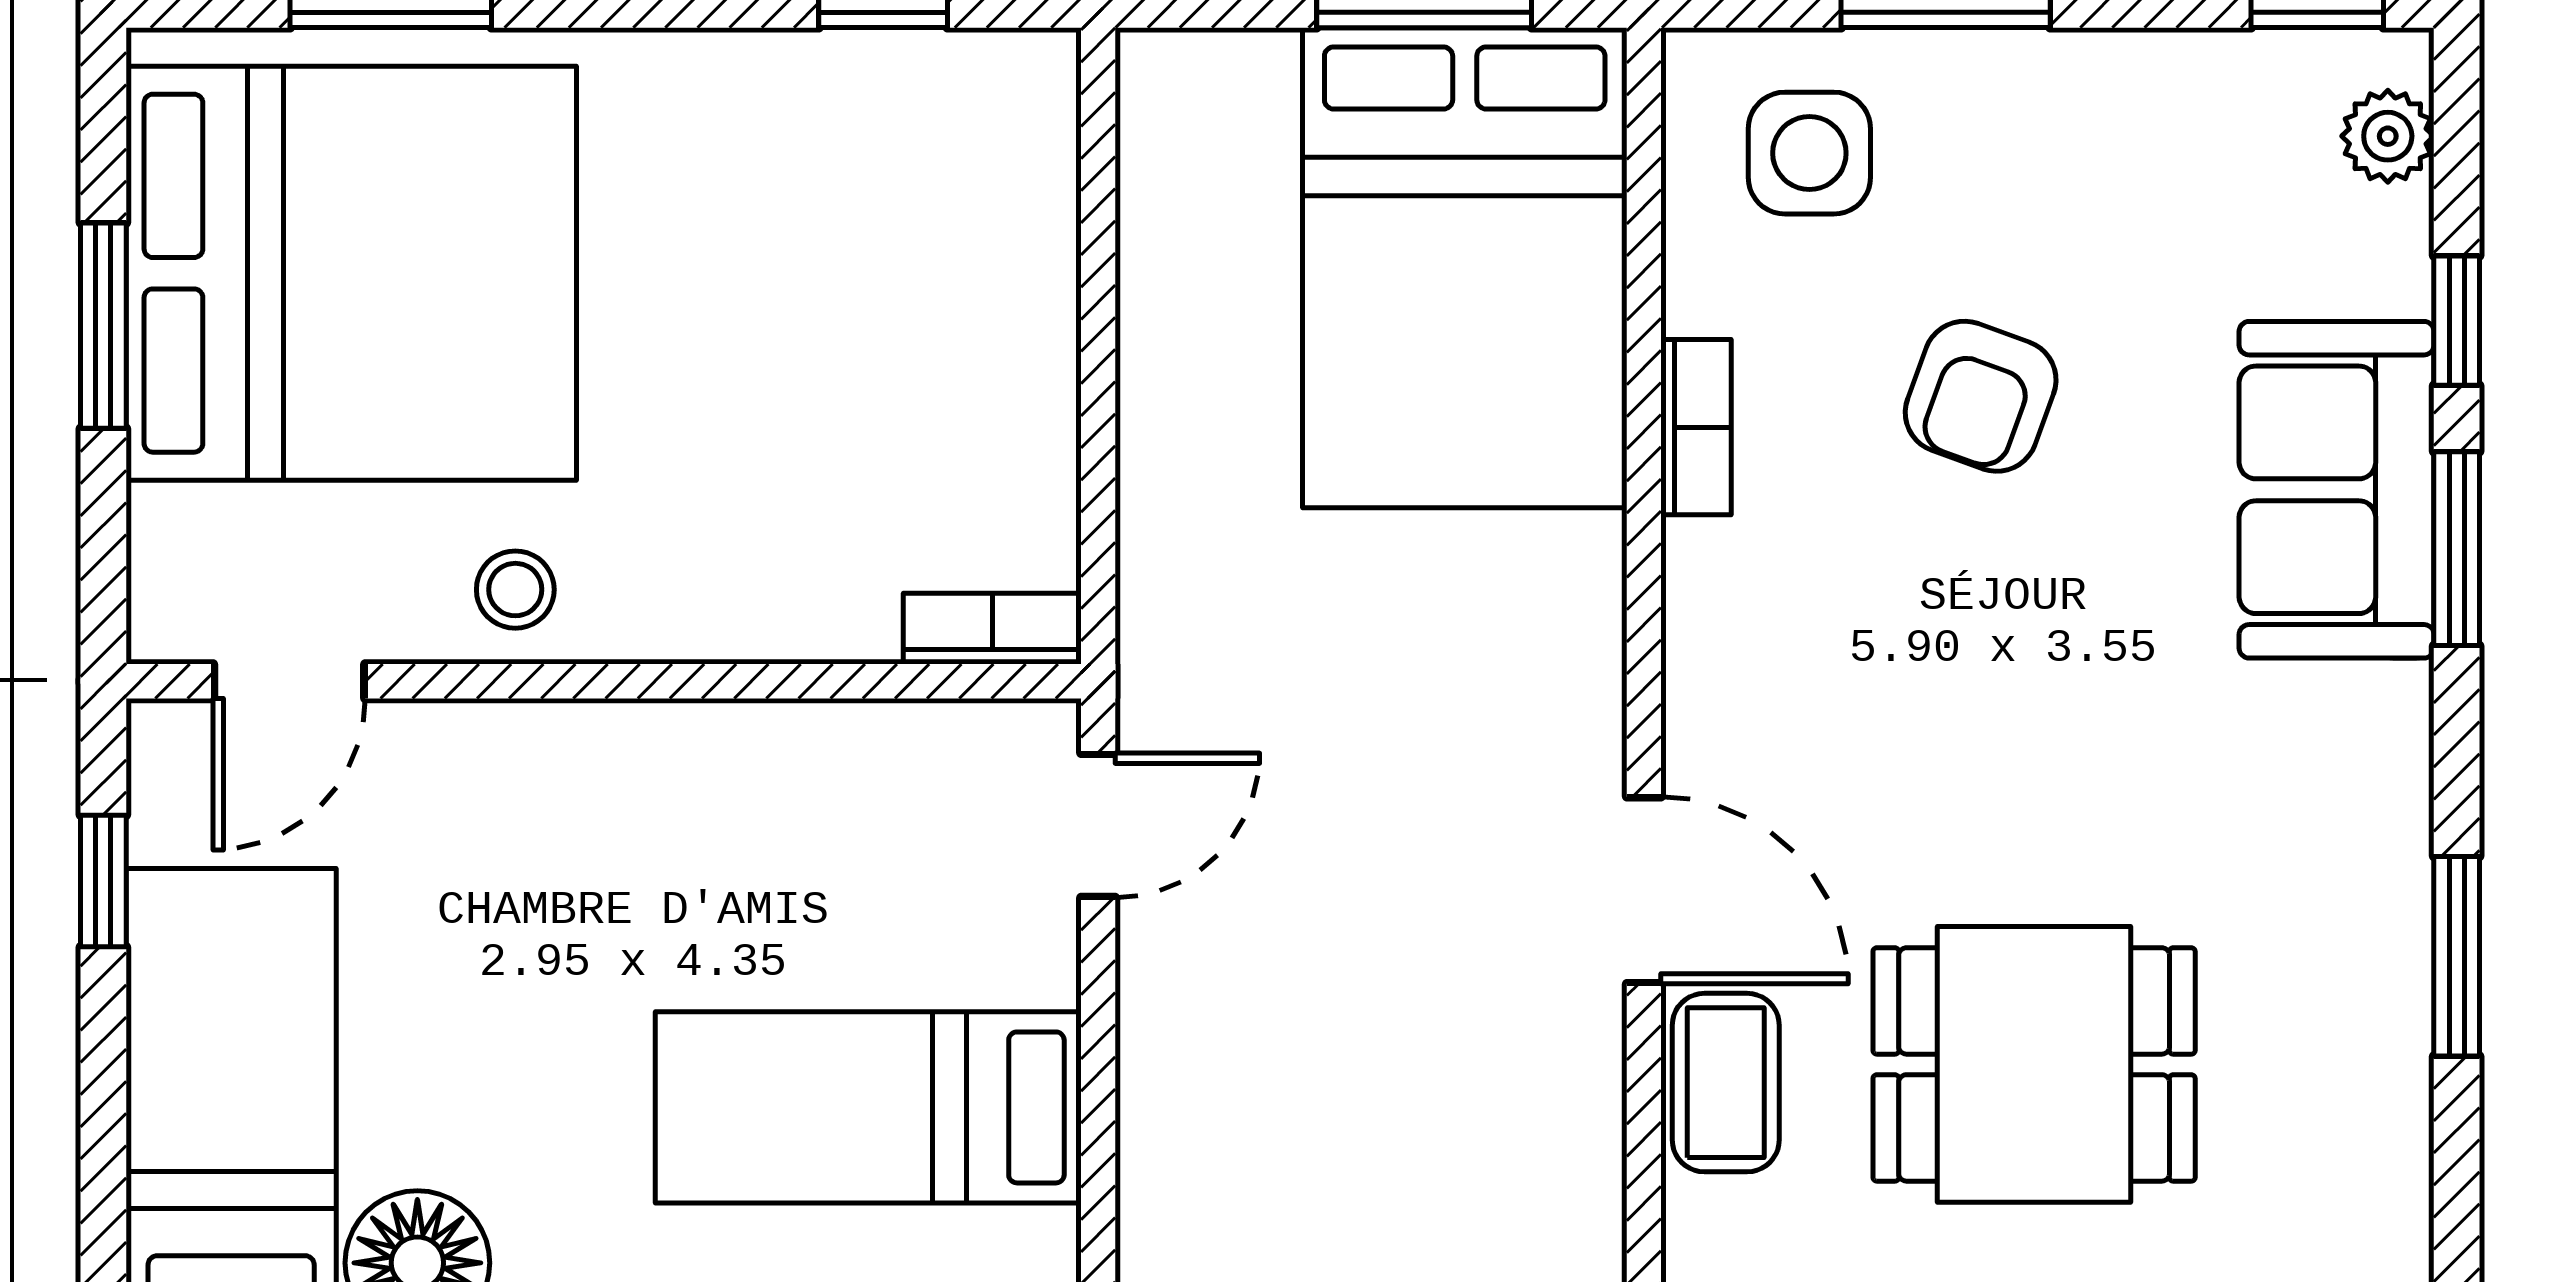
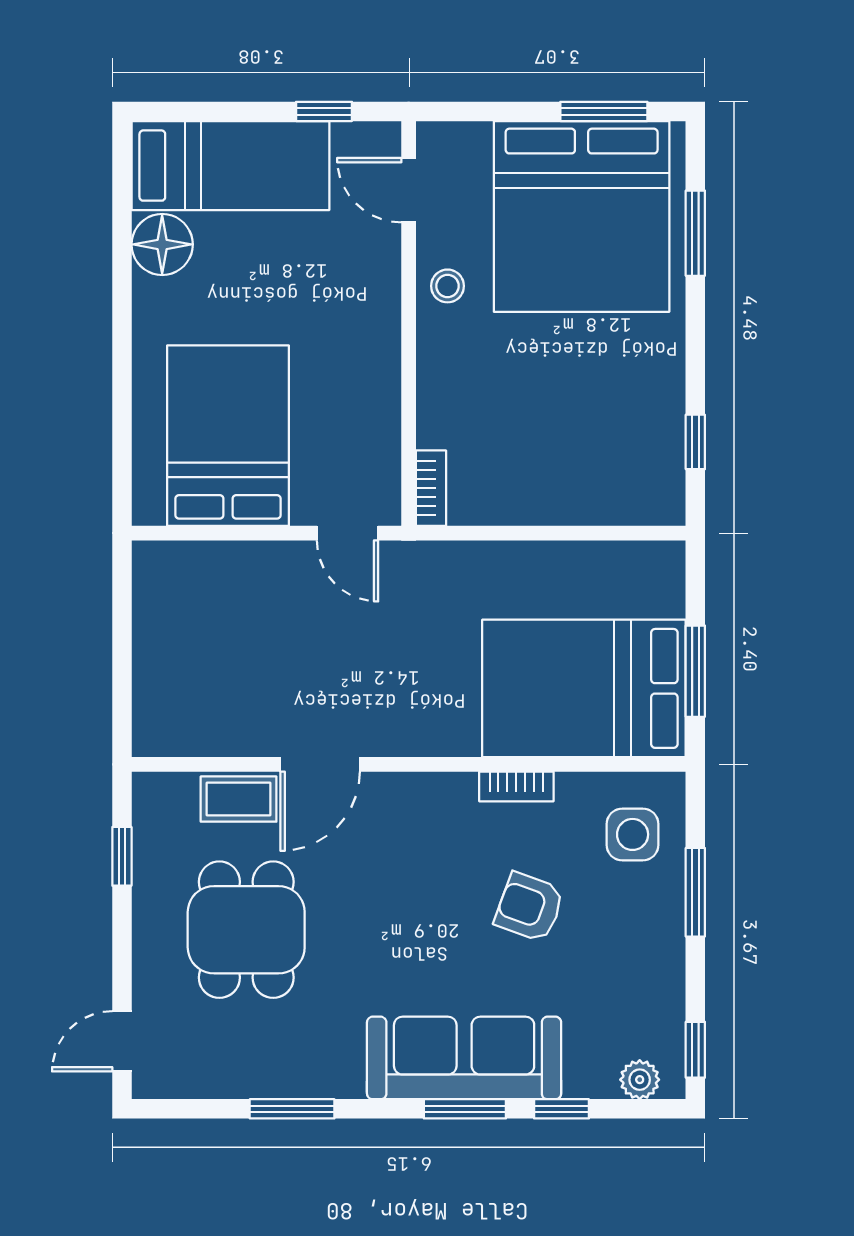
window: (103, 326) -> (604, 111), moved
sofa: (2337, 490) -> (464, 1058), width x1.36
bed: (868, 1107) -> (228, 436), width x1.50

